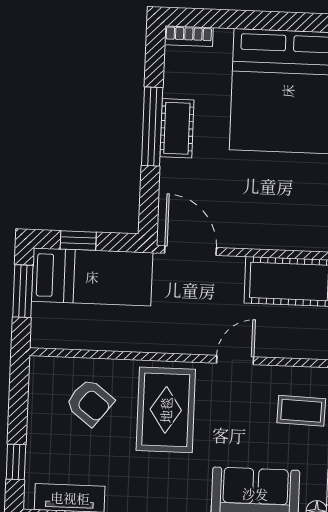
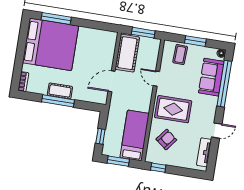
door: (191, 250) -> (112, 81), moved
bed: (92, 277) -> (135, 136), moved
window: (16, 462) -> (158, 168), moved

